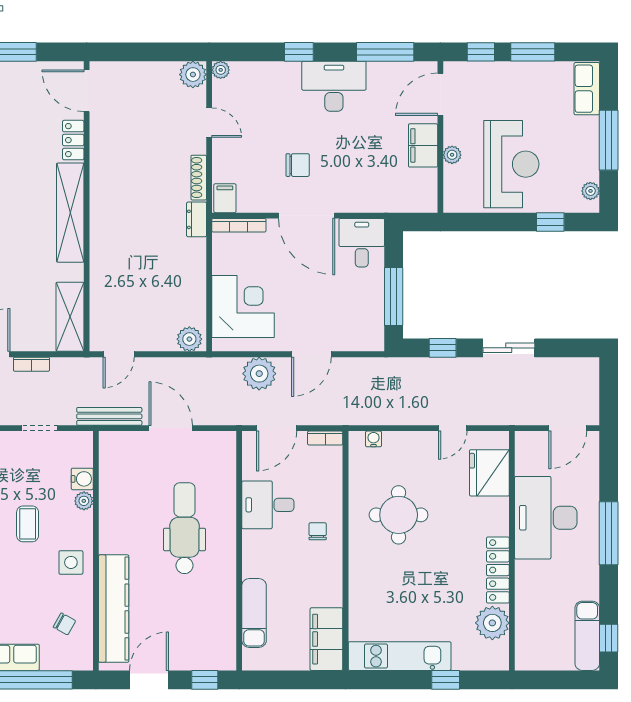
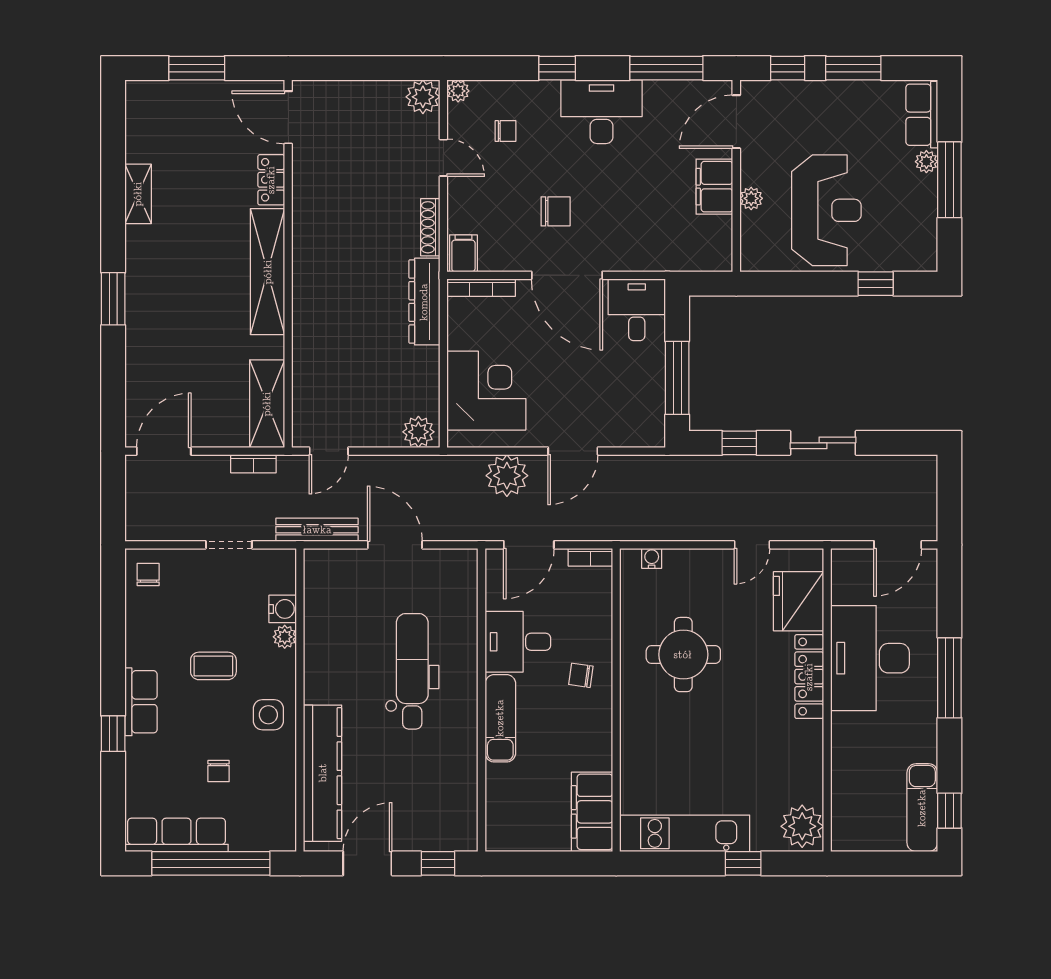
chair: (258, 102) -> (505, 131), added
plant: (590, 191) -> (926, 162), moved
dresser: (197, 219) -> (424, 302), width x1.96, depth x1.24
bookcase: (31, 364) -> (253, 464), moved
coffee table: (28, 524) -> (213, 666), turned 90
chair: (318, 531) -> (581, 675), turned -82
locker: (498, 570) -> (809, 677), moved
exam couch: (254, 613) -> (500, 718), moved
plant: (492, 623) -> (802, 826), moved
chair: (64, 624) -> (219, 771), moved, turned 61

